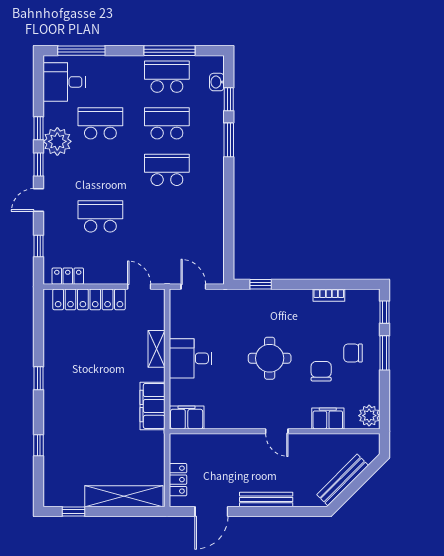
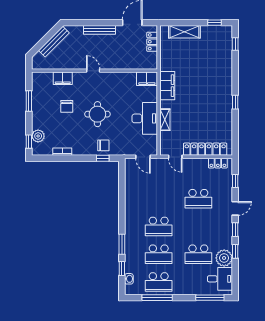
plant: (57, 141) -> (224, 258), moved
chair: (353, 353) -> (103, 145), moved
window: (385, 353) -> (29, 101), moved
desk: (190, 358) -> (145, 118), width x1.37
plant: (369, 416) -> (38, 136), moved
window: (39, 445) -> (235, 44), moved
shelving: (124, 496) -> (184, 32), width x0.68

